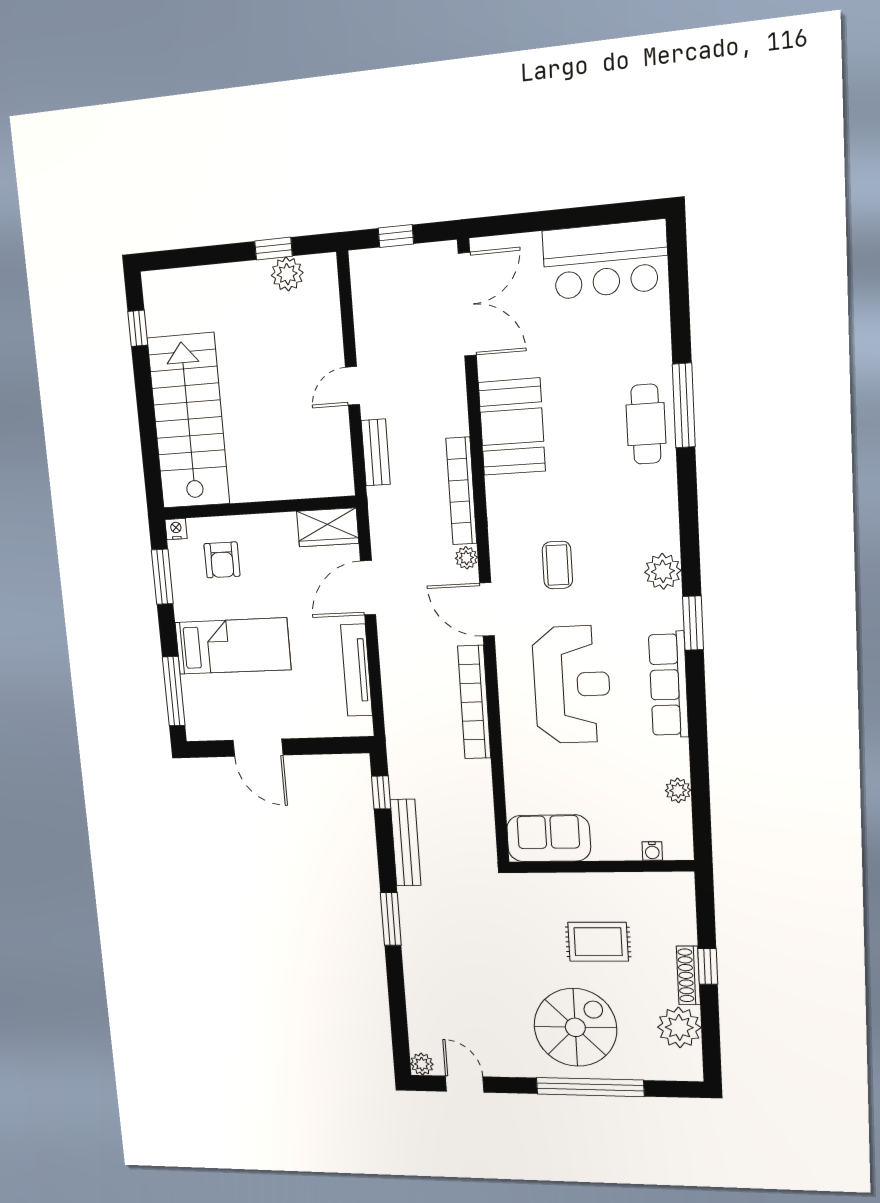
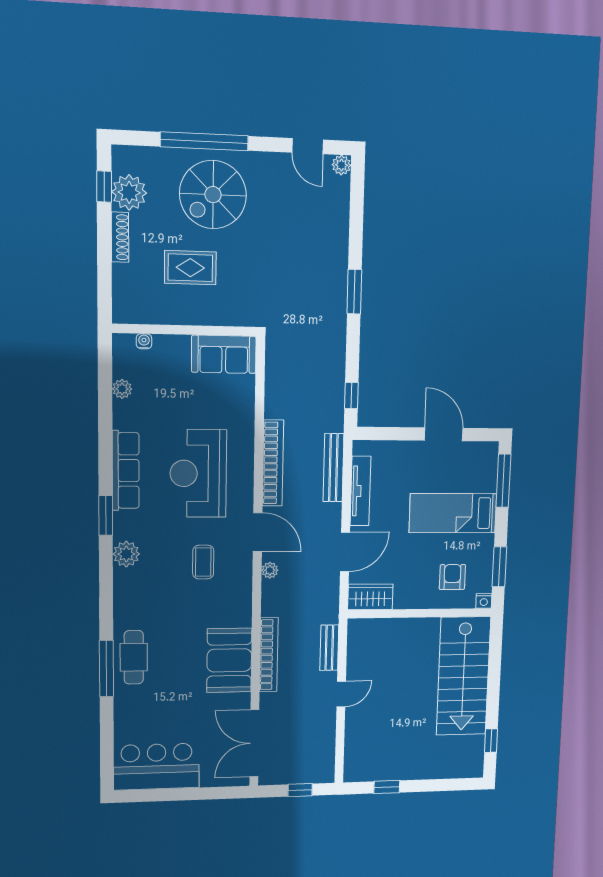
plant: (287, 274) -> (379, 770), removed
bookcase: (461, 491) -> (269, 655), moved
bench: (406, 843) -> (333, 468), moved
window: (708, 966) -> (104, 187), moved

